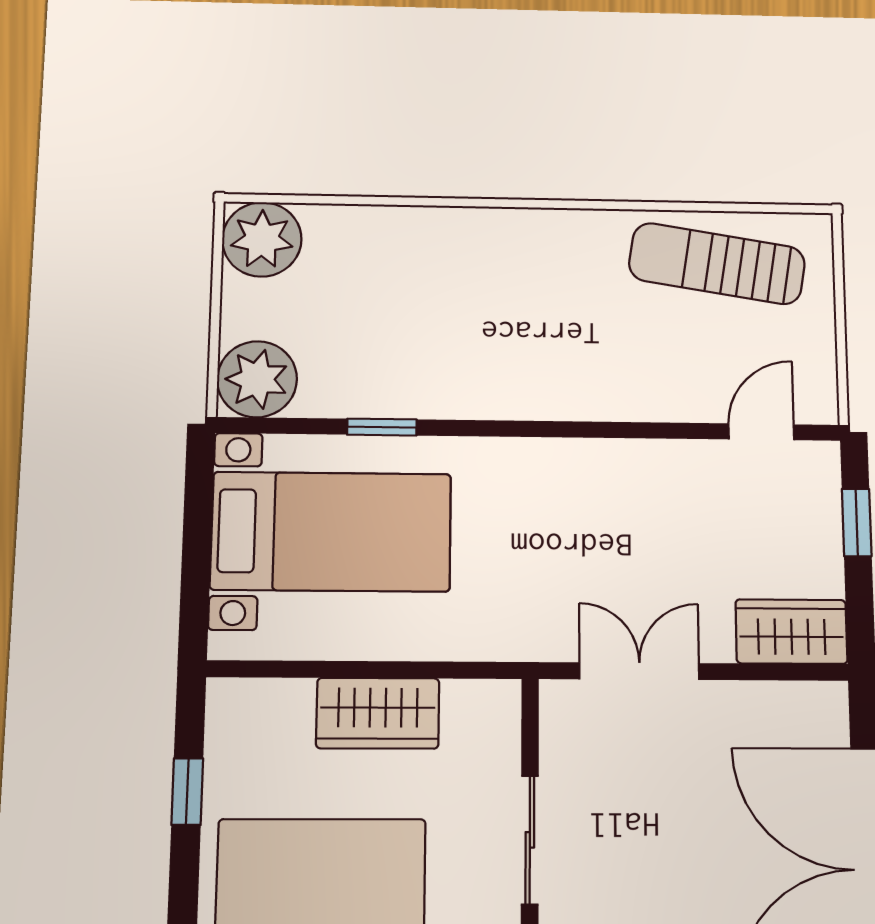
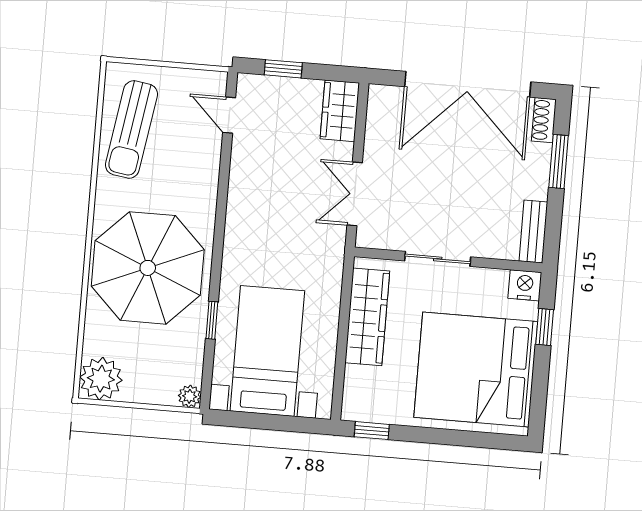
parasol: (470, 308) -> (148, 268), added
plant: (257, 379) -> (190, 396), width x0.53, depth x0.53
wardrobe: (378, 713) -> (367, 317), width x1.50
window: (187, 792) -> (372, 431), moved

